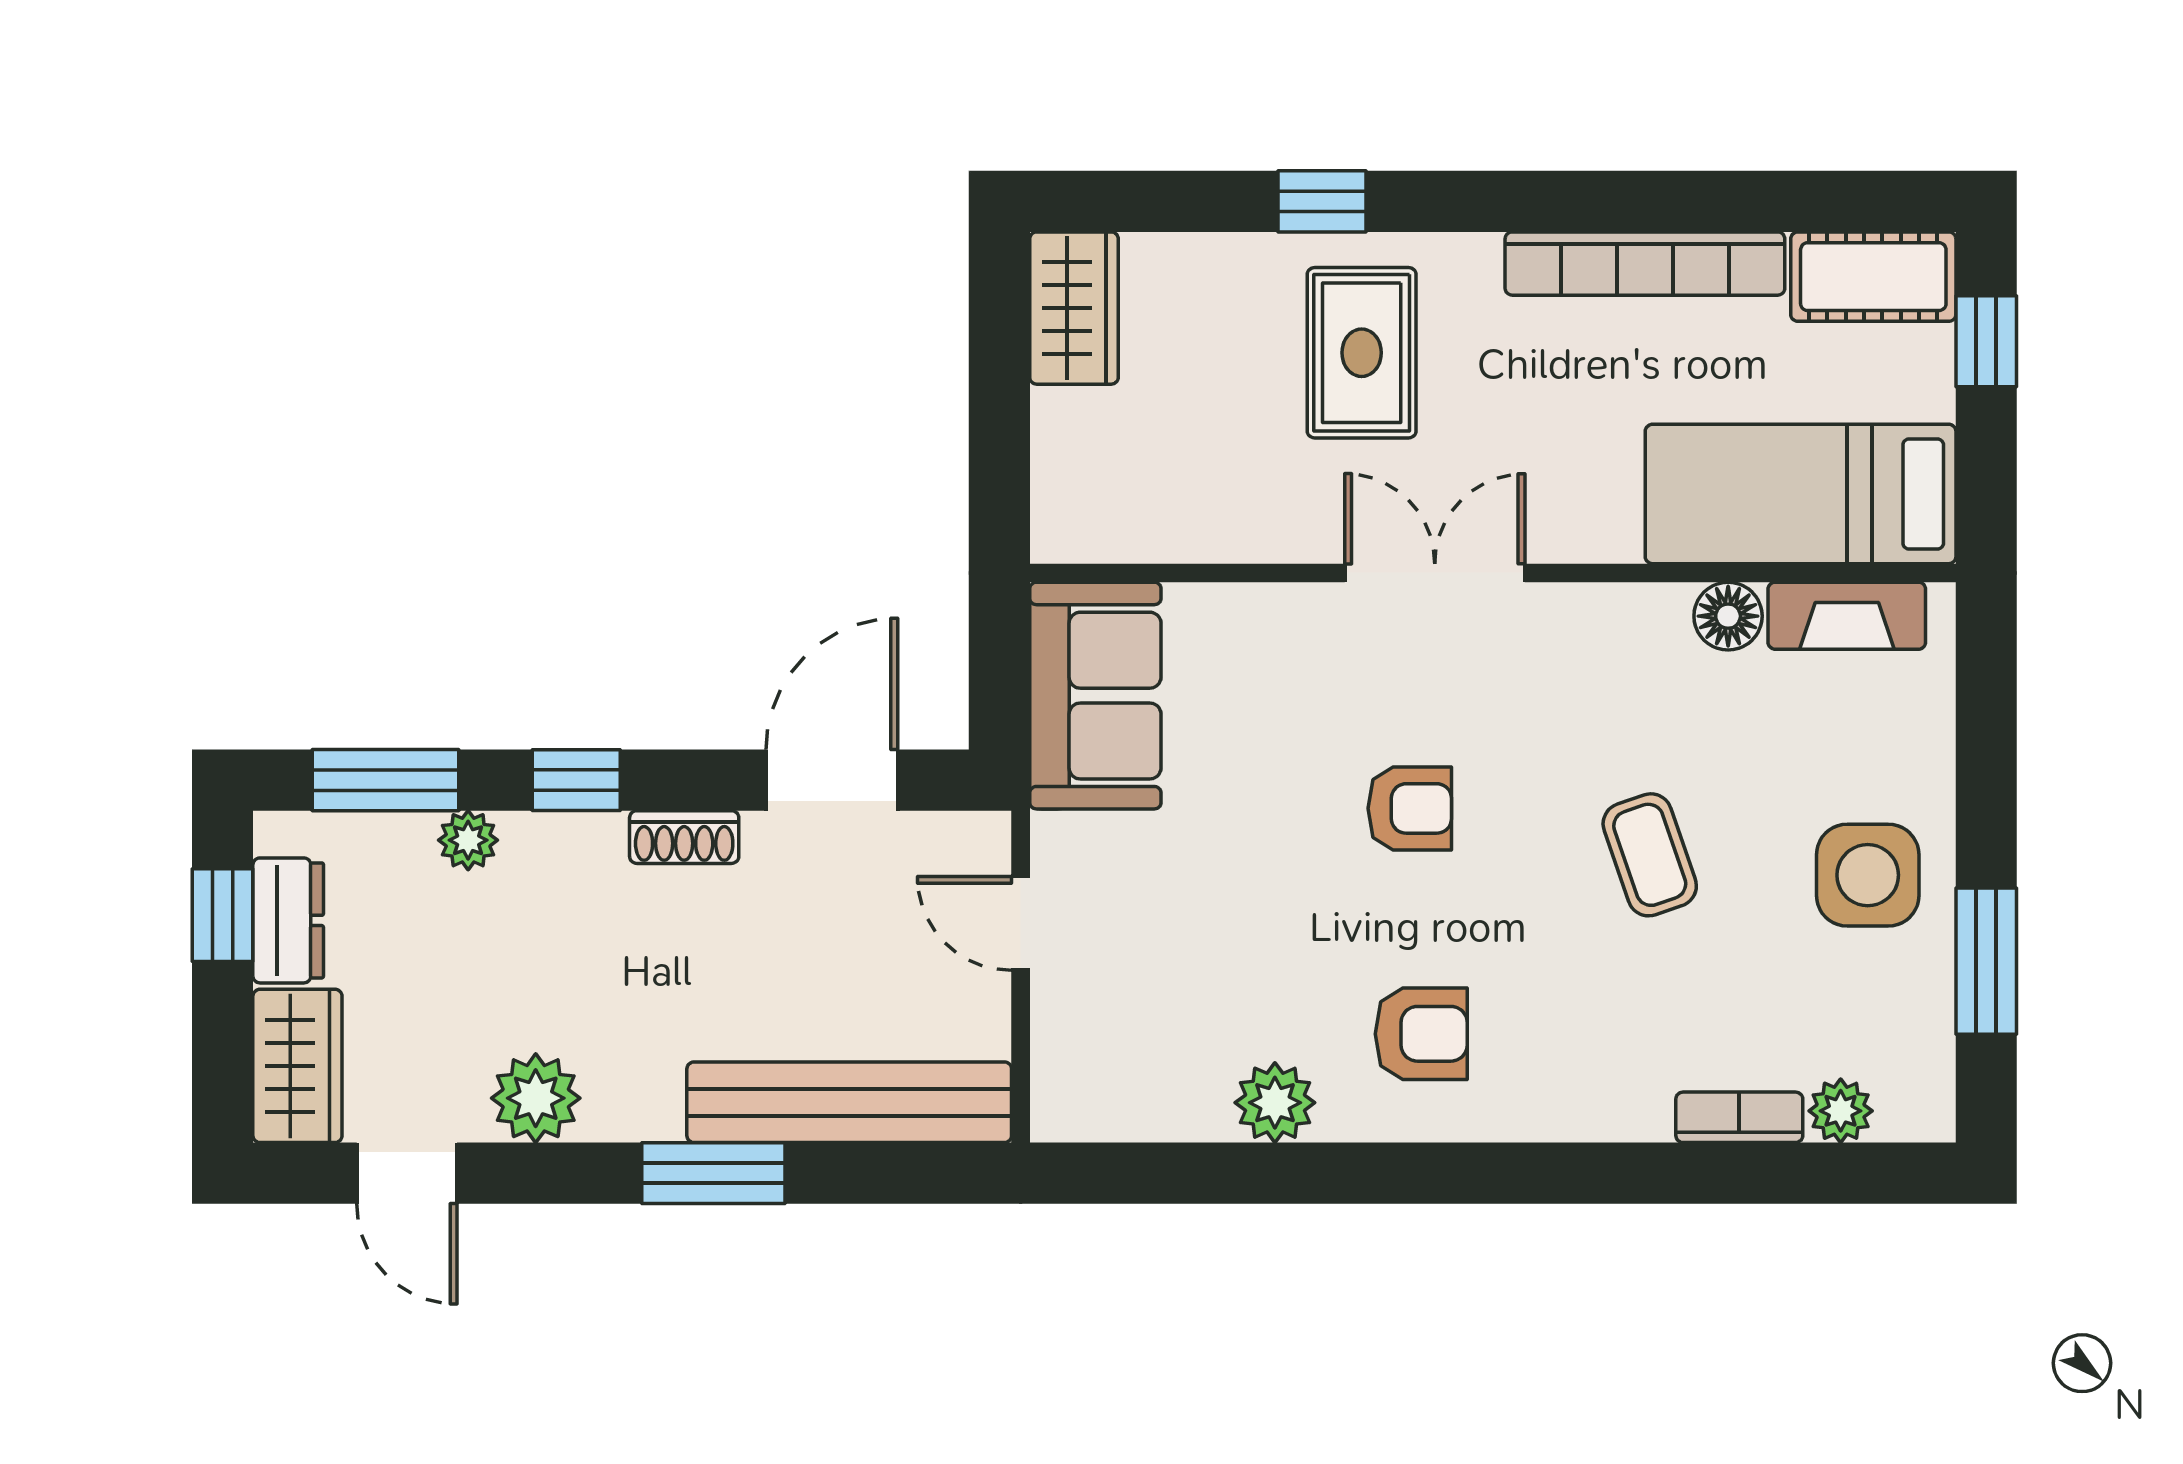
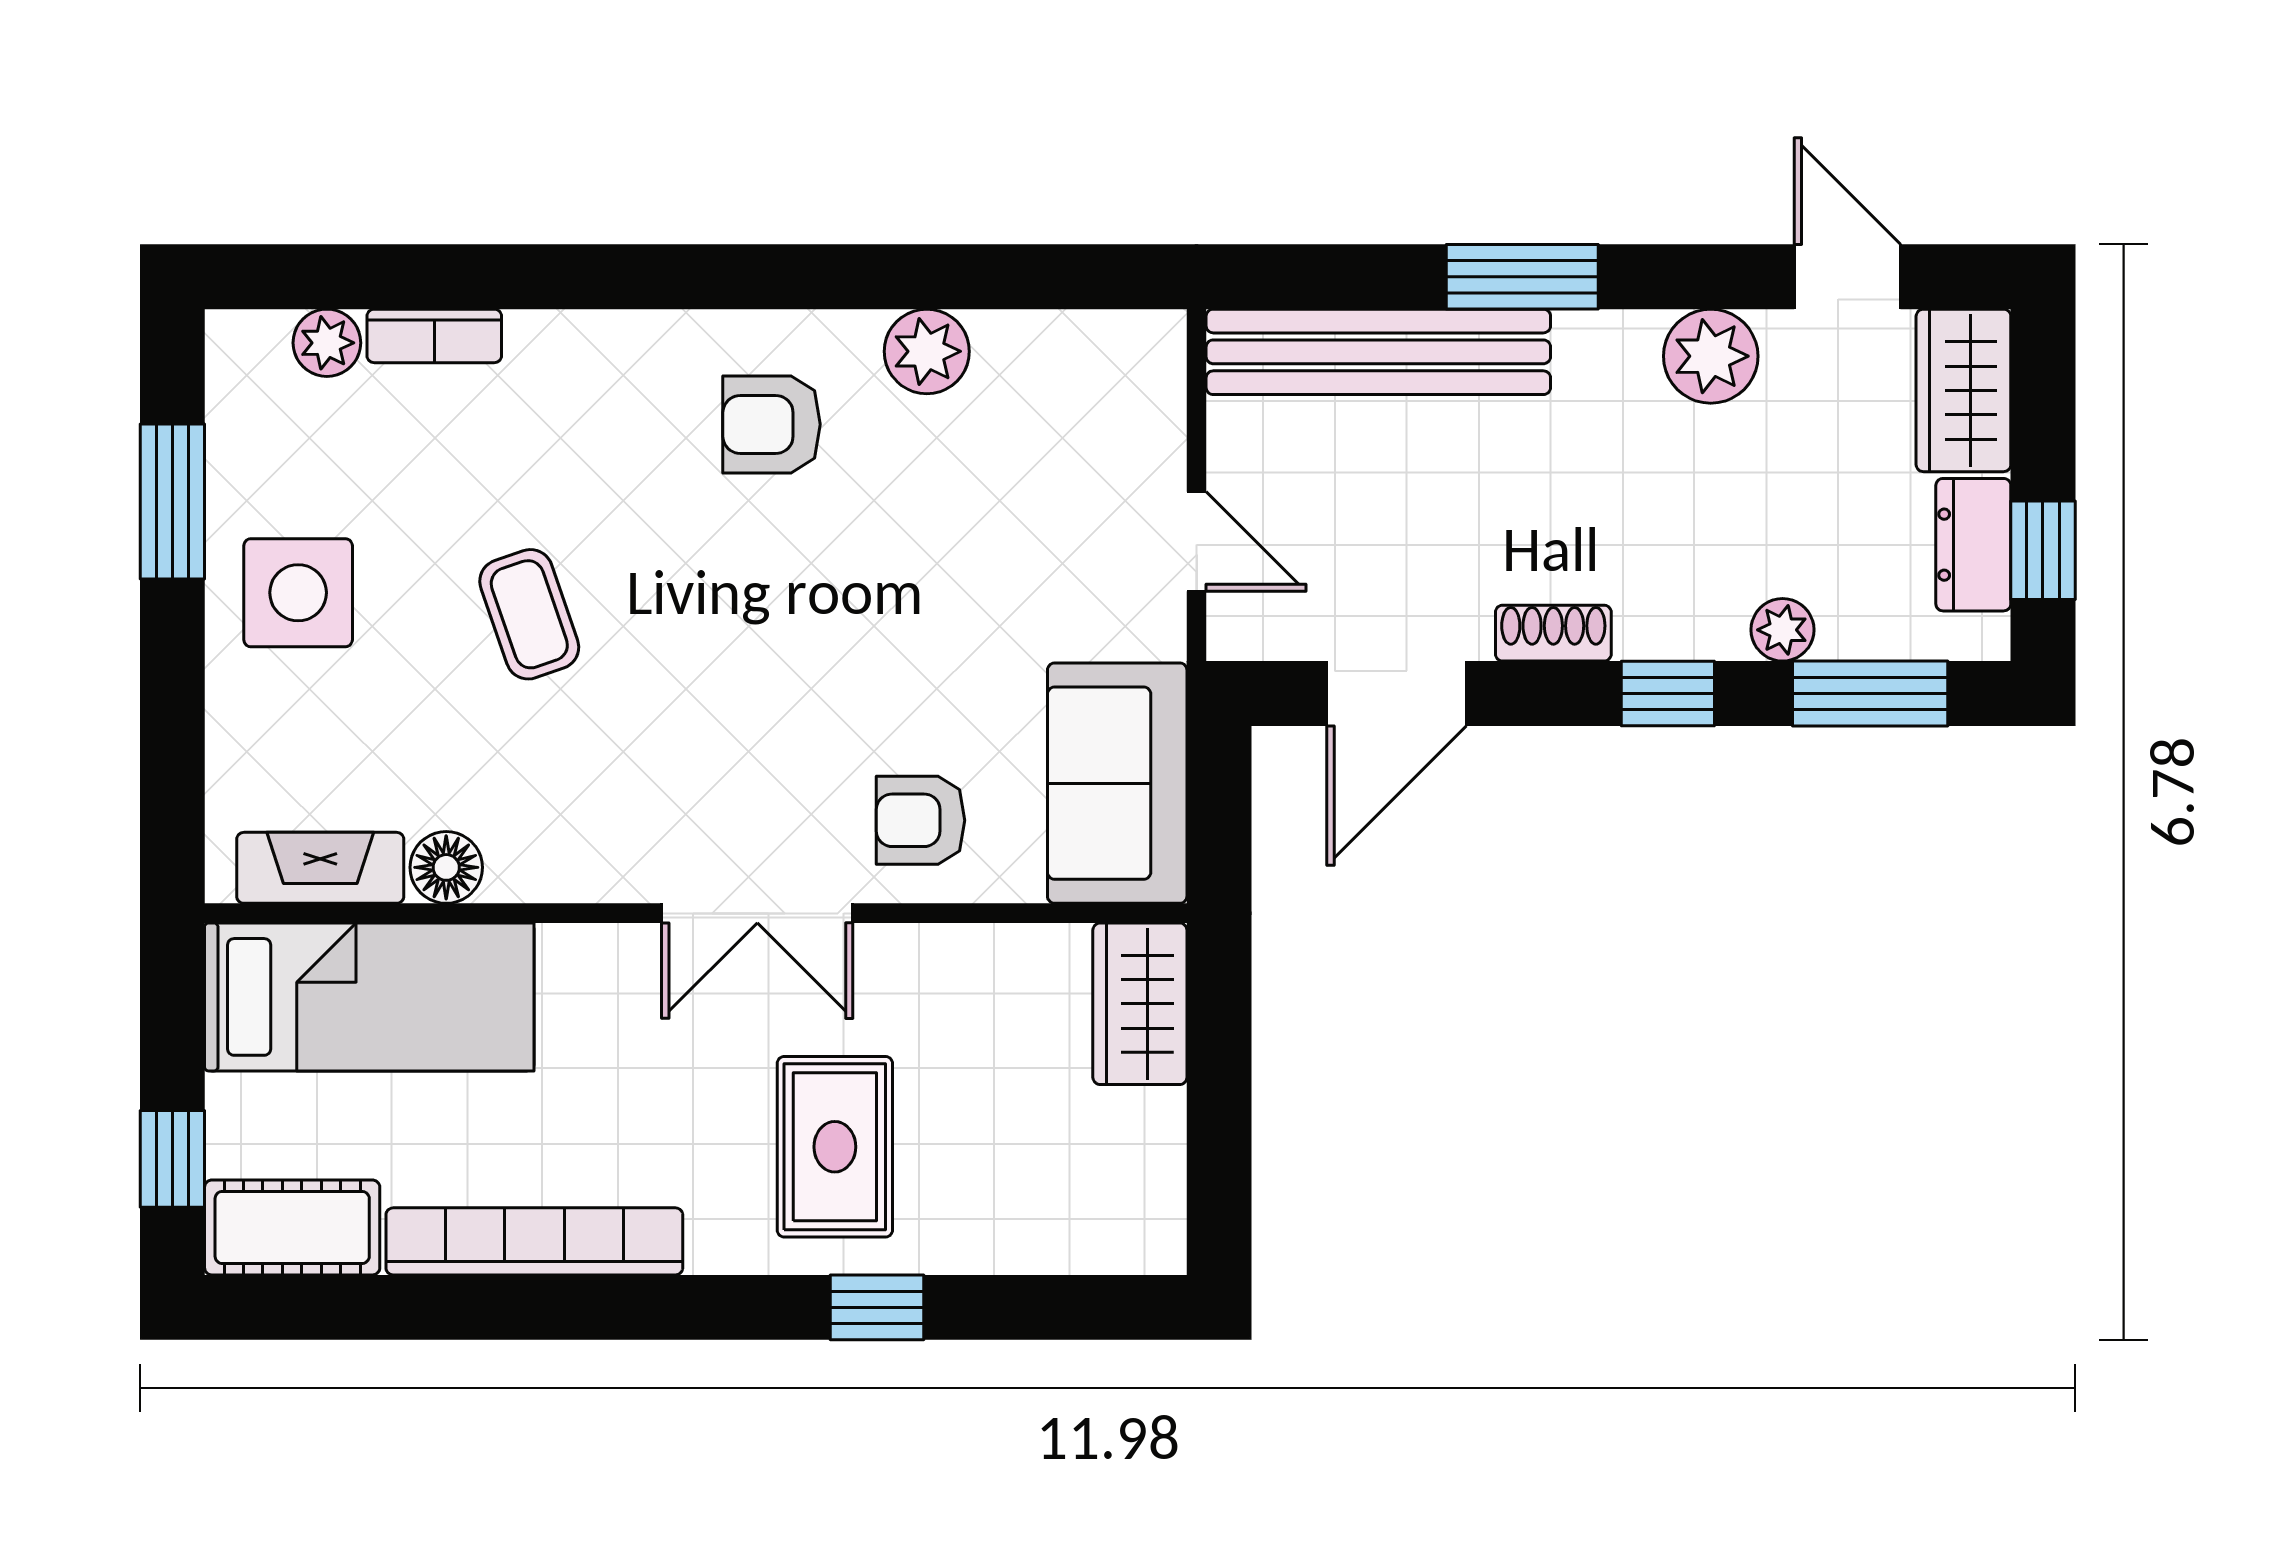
wardrobe: (1074, 308) -> (1140, 1004), moved
armchair: (1410, 808) -> (920, 820), moved

